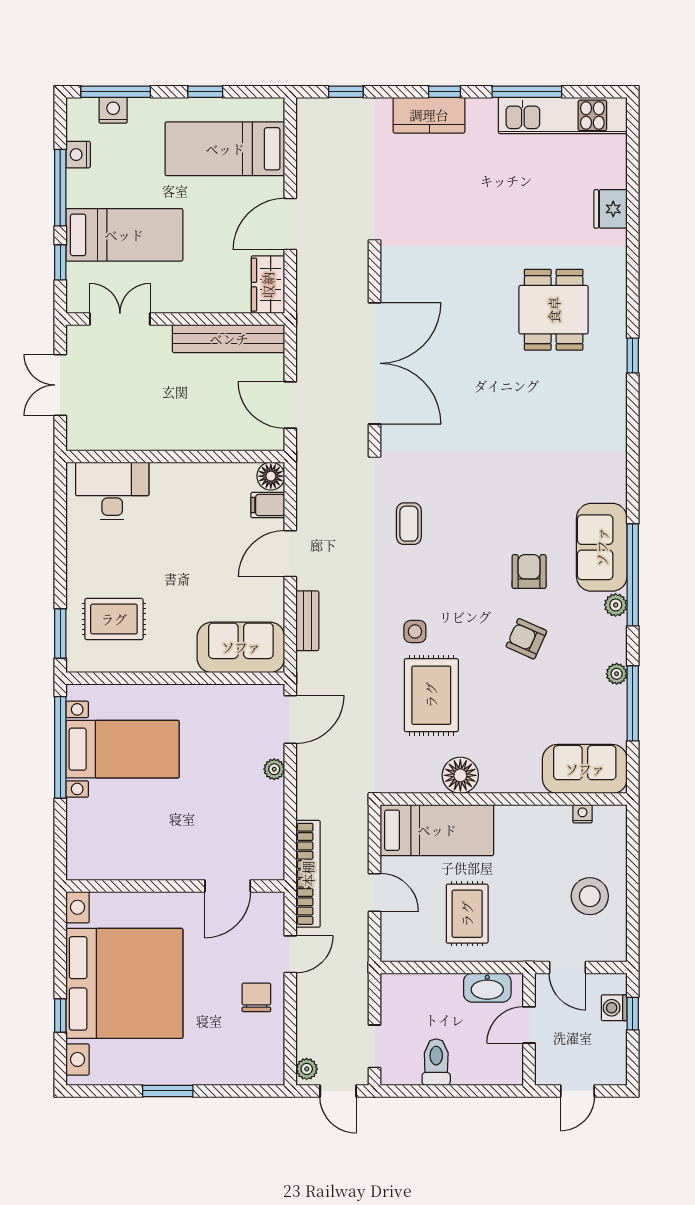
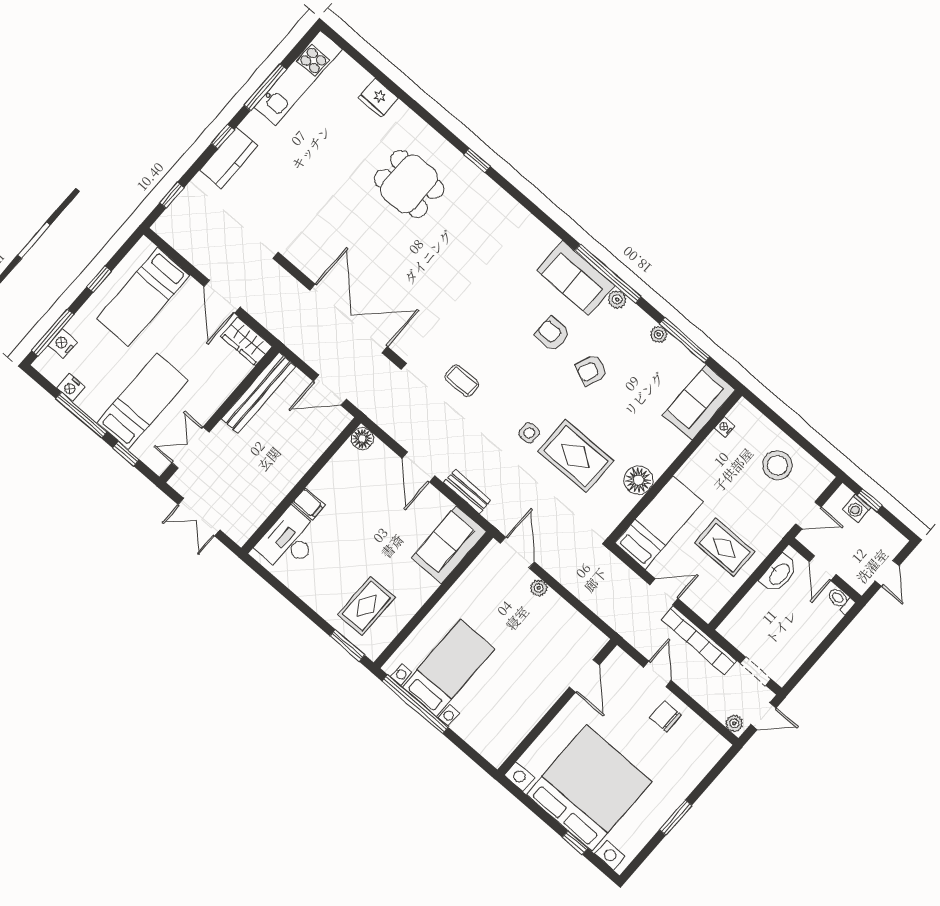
filing cabinet: (268, 505) -> (309, 504), moved, turned -90
bookcase: (308, 874) -> (699, 640), moved, turned 180
toilet: (436, 1062) -> (841, 600), moved, width x0.73, depth x0.72

